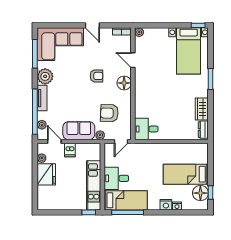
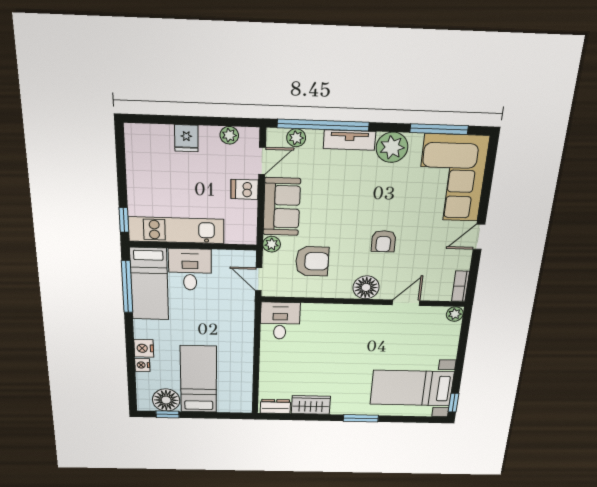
armchair: (109, 113) -> (312, 261), turned 88
fridge: (46, 174) -> (186, 138), width x0.53, depth x0.75

